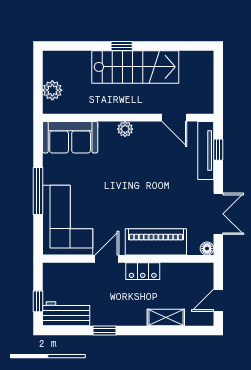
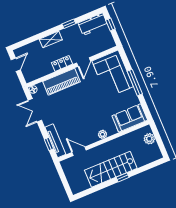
shelving: (166, 318) -> (51, 39), moved

